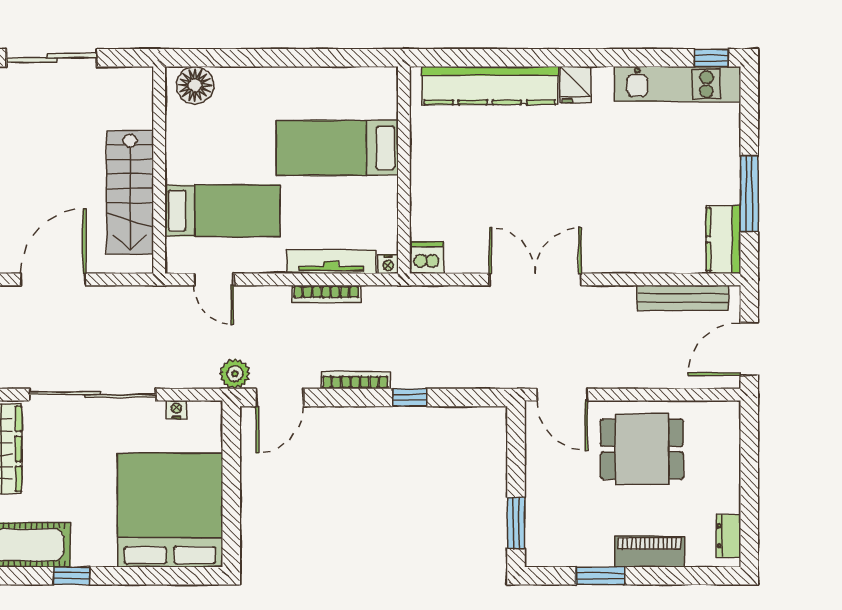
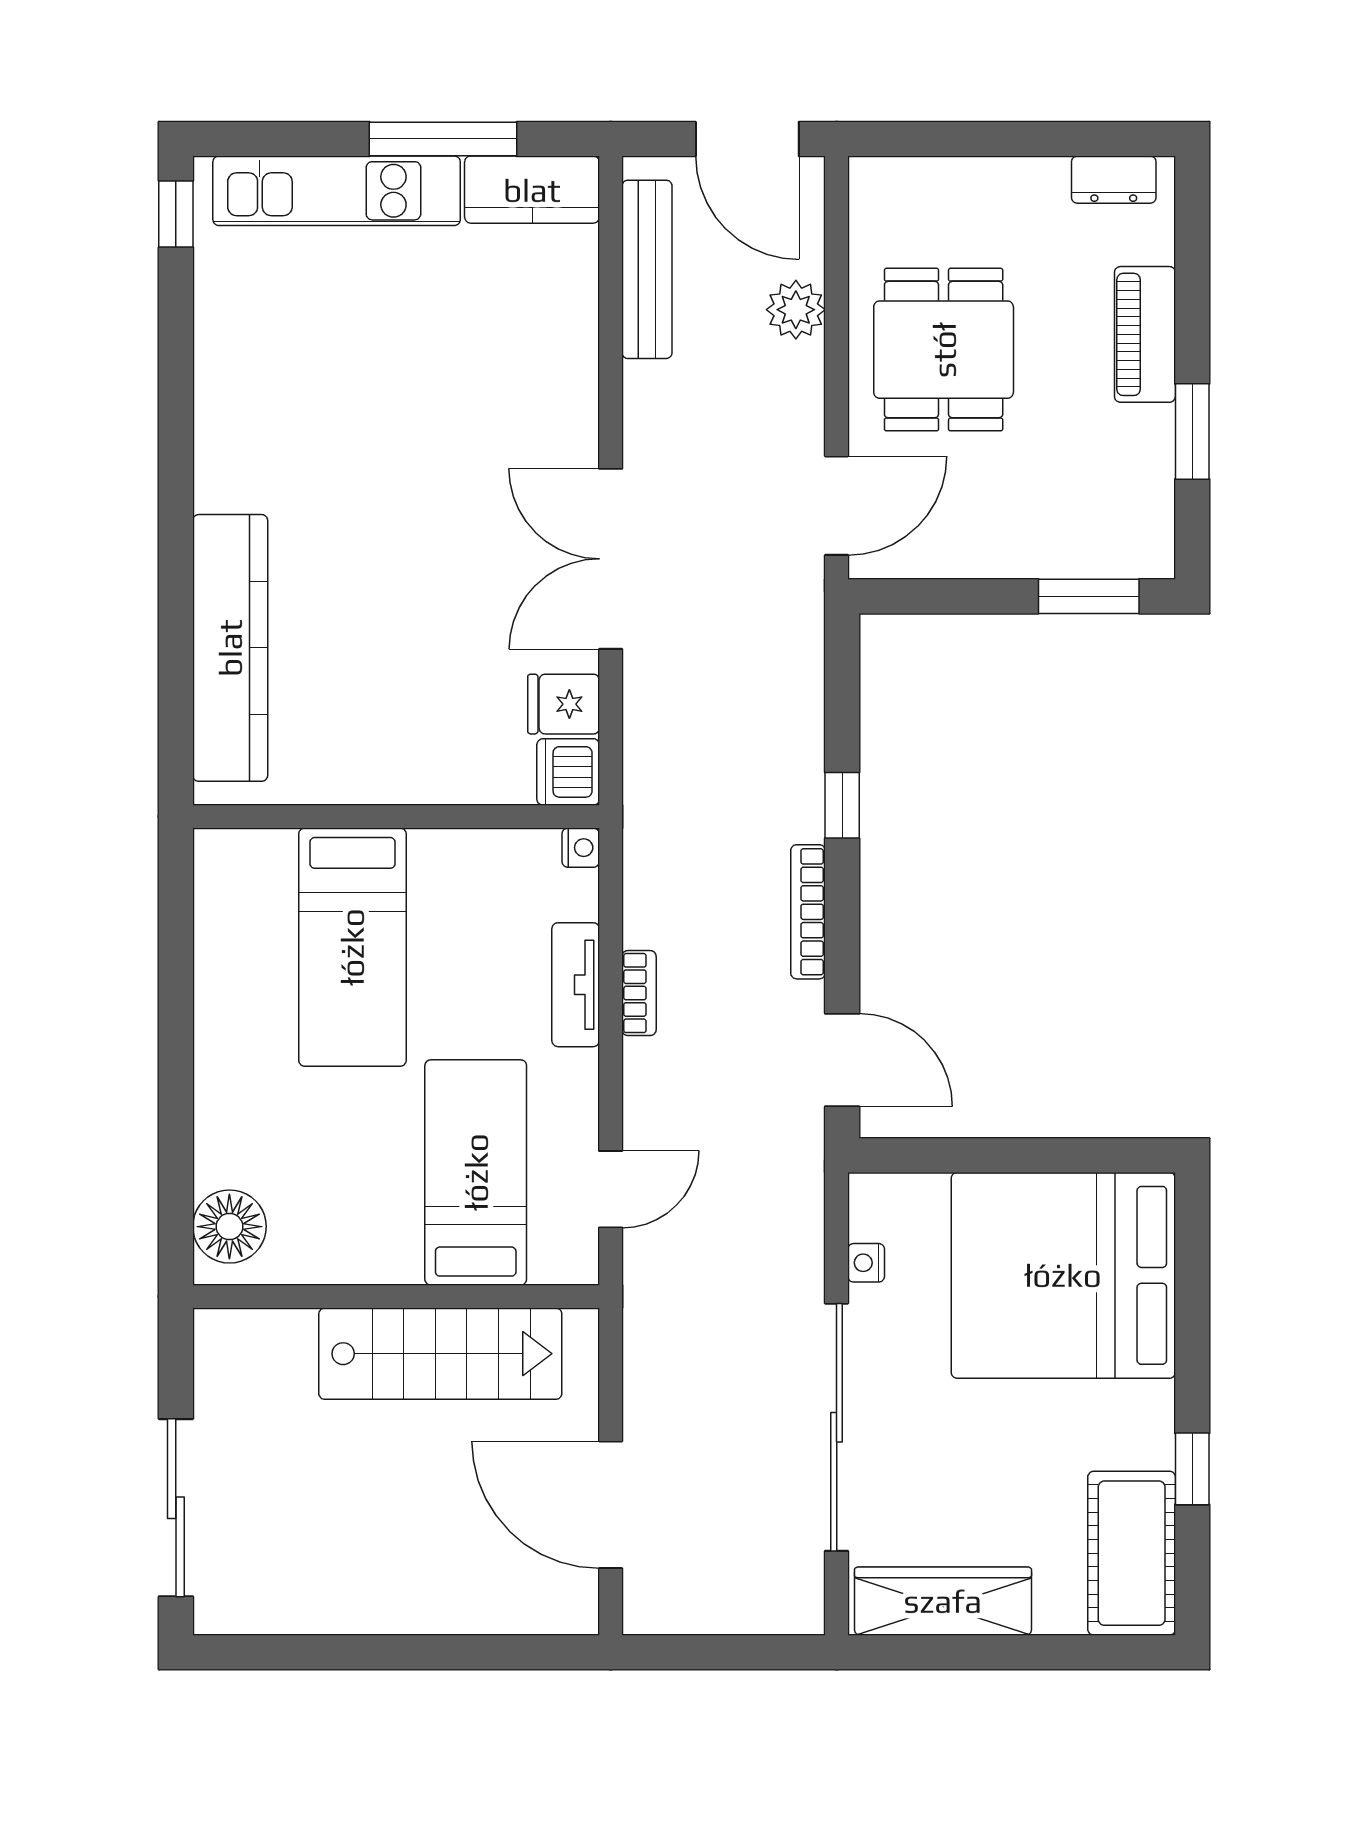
kitchen unit: (678, 84) -> (337, 191), moved, turned 90
fridge: (575, 85) -> (564, 704), moved, turned 180
tv unit: (331, 262) -> (576, 985), width x0.71
bookcase: (326, 294) -> (639, 993), width x0.64
plant: (235, 374) -> (796, 310), moved

